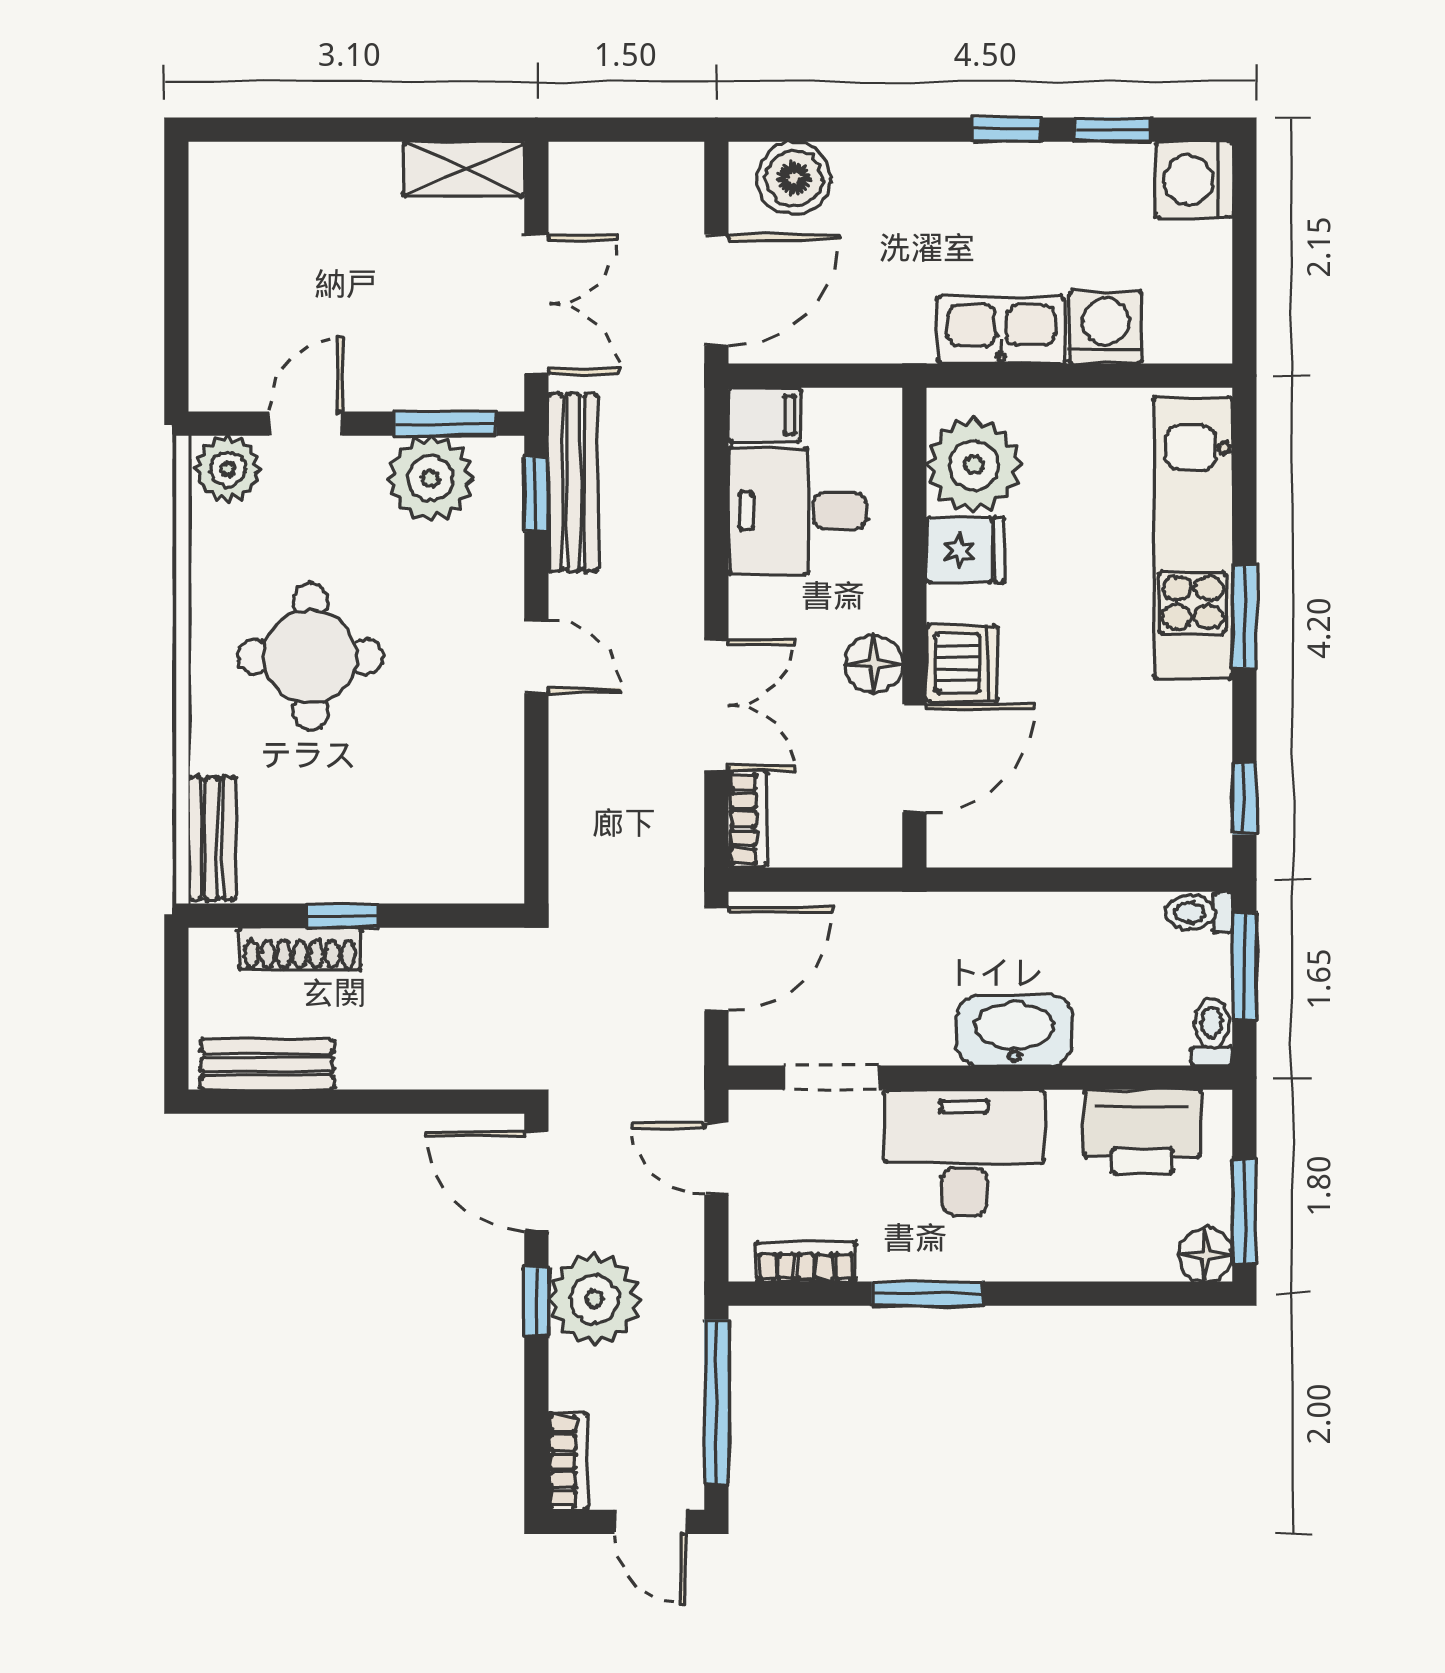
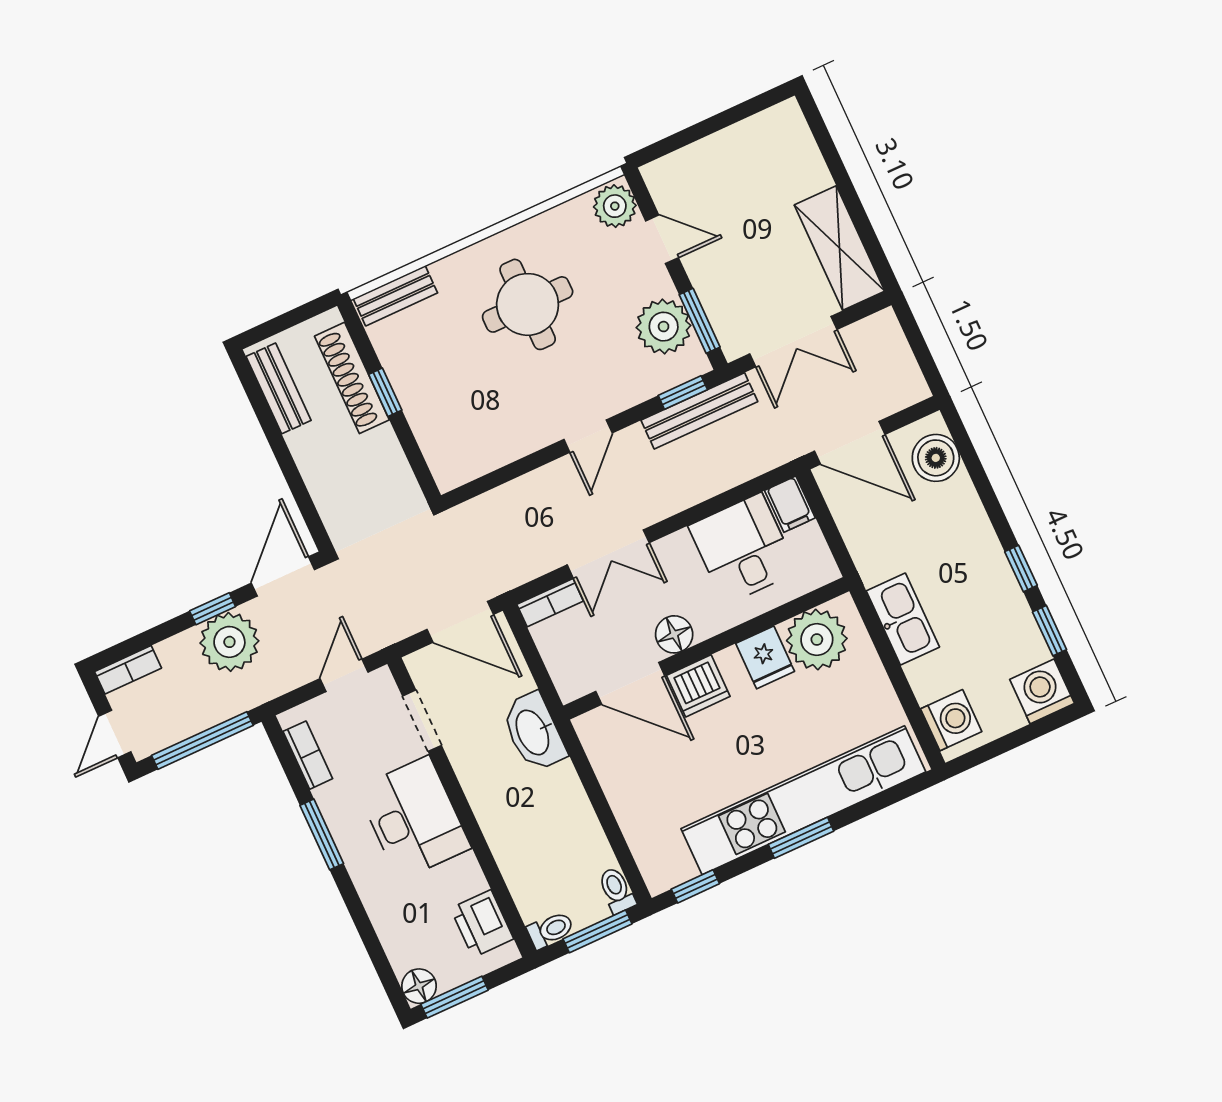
shelving: (464, 169) -> (840, 248), width x1.50, depth x1.33
washing machine: (1106, 327) -> (951, 720), moved
kitchen unit: (1193, 538) -> (803, 800), width x1.36
shoe rack: (300, 949) -> (352, 378), width x1.36, depth x1.24
washbasin: (1014, 1031) -> (534, 732), moved, turned 180
printer: (1142, 1132) -> (482, 924), width x0.73, depth x0.84

